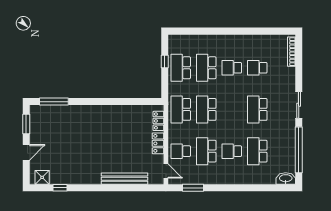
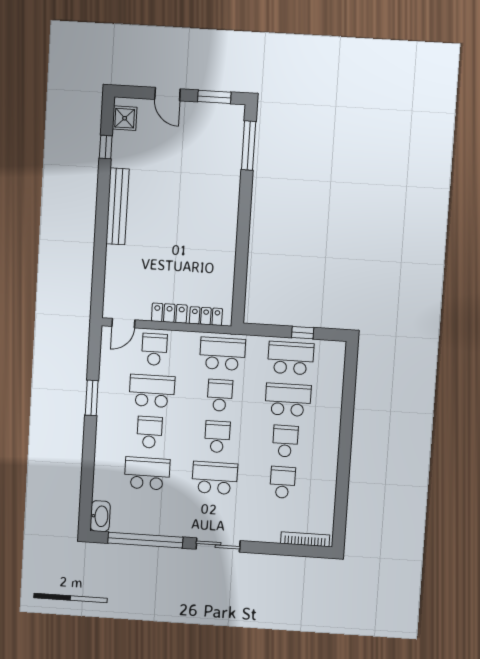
school desk: (206, 109) -> (220, 395), width x0.54
school desk: (232, 109) -> (217, 437), added
bench: (124, 179) -> (117, 206), moved
window: (193, 188) -> (92, 398), moved

